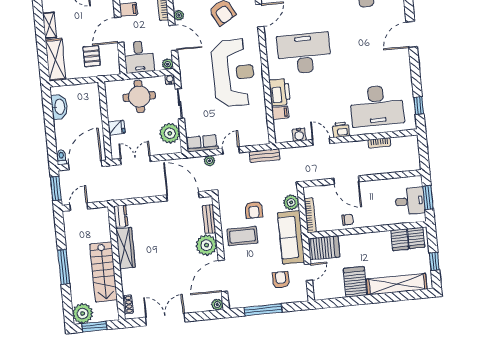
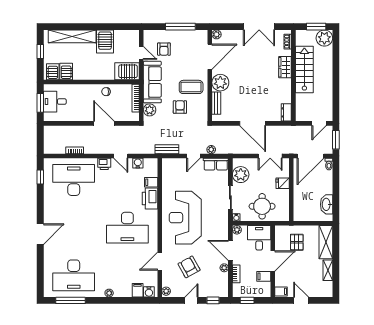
door: (183, 196) -> (253, 123), moved
wardrobe: (126, 248) -> (285, 67), moved, width x0.67
window: (64, 267) -> (336, 77), removed
door: (308, 272) -> (141, 53), swing flipped

